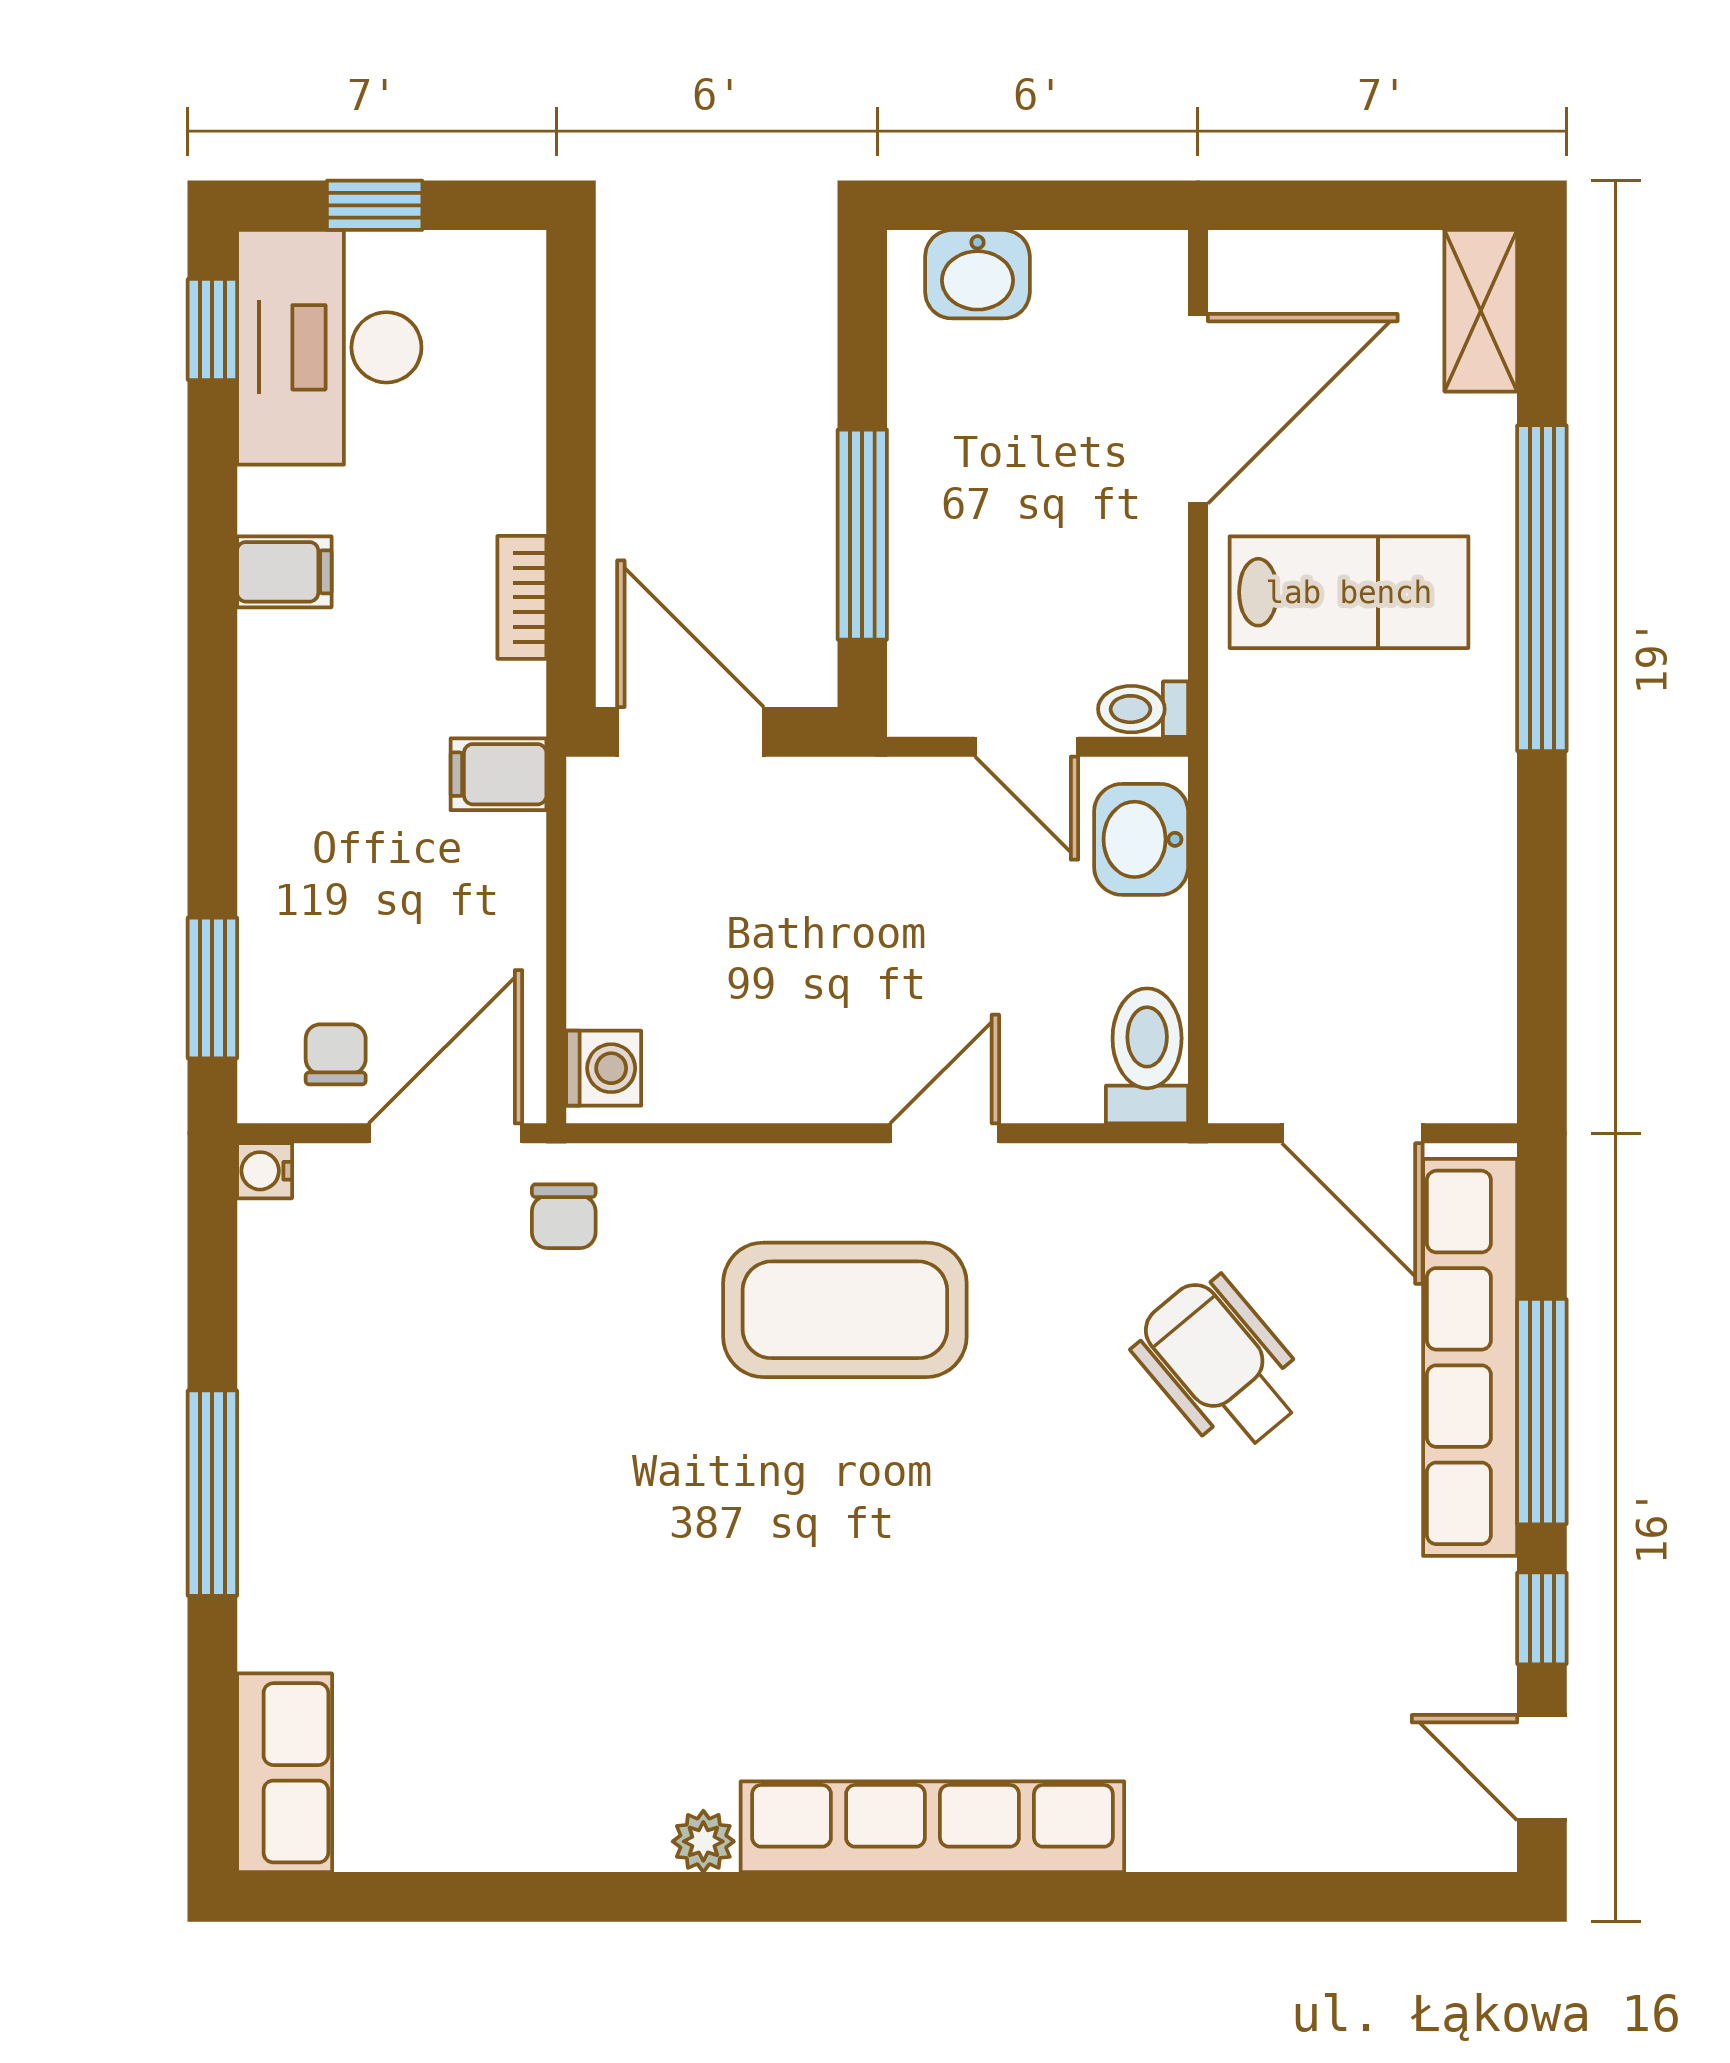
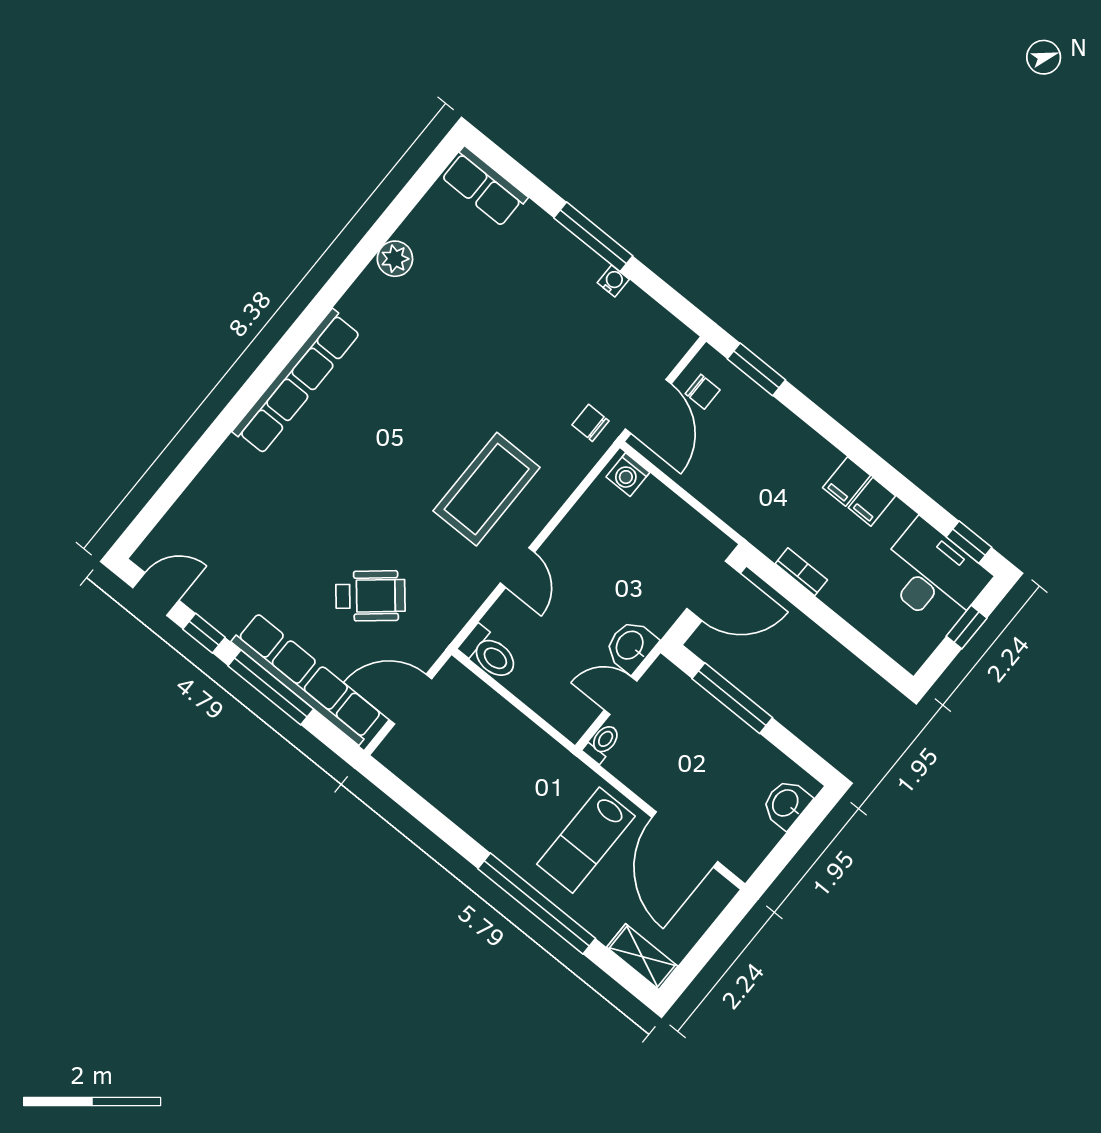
filing cabinet: (498, 774) -> (847, 481), moved, turned 180
washbasin: (1141, 839) -> (631, 646), moved, turned -90
water cooler: (265, 1171) -> (613, 281), moved
plant: (703, 1841) -> (395, 259), moved, width x1.38, depth x1.38

